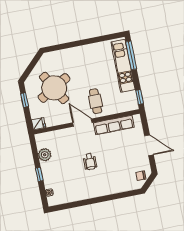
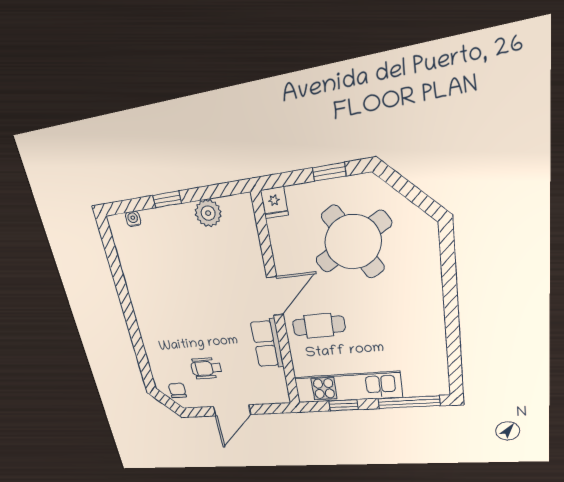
kitchen unit: (123, 66) -> (348, 387), moved
window: (139, 97) -> (344, 405), moved
row of seats: (114, 125) -> (267, 344), width x0.68
wheelchair: (90, 162) -> (206, 368), moved

